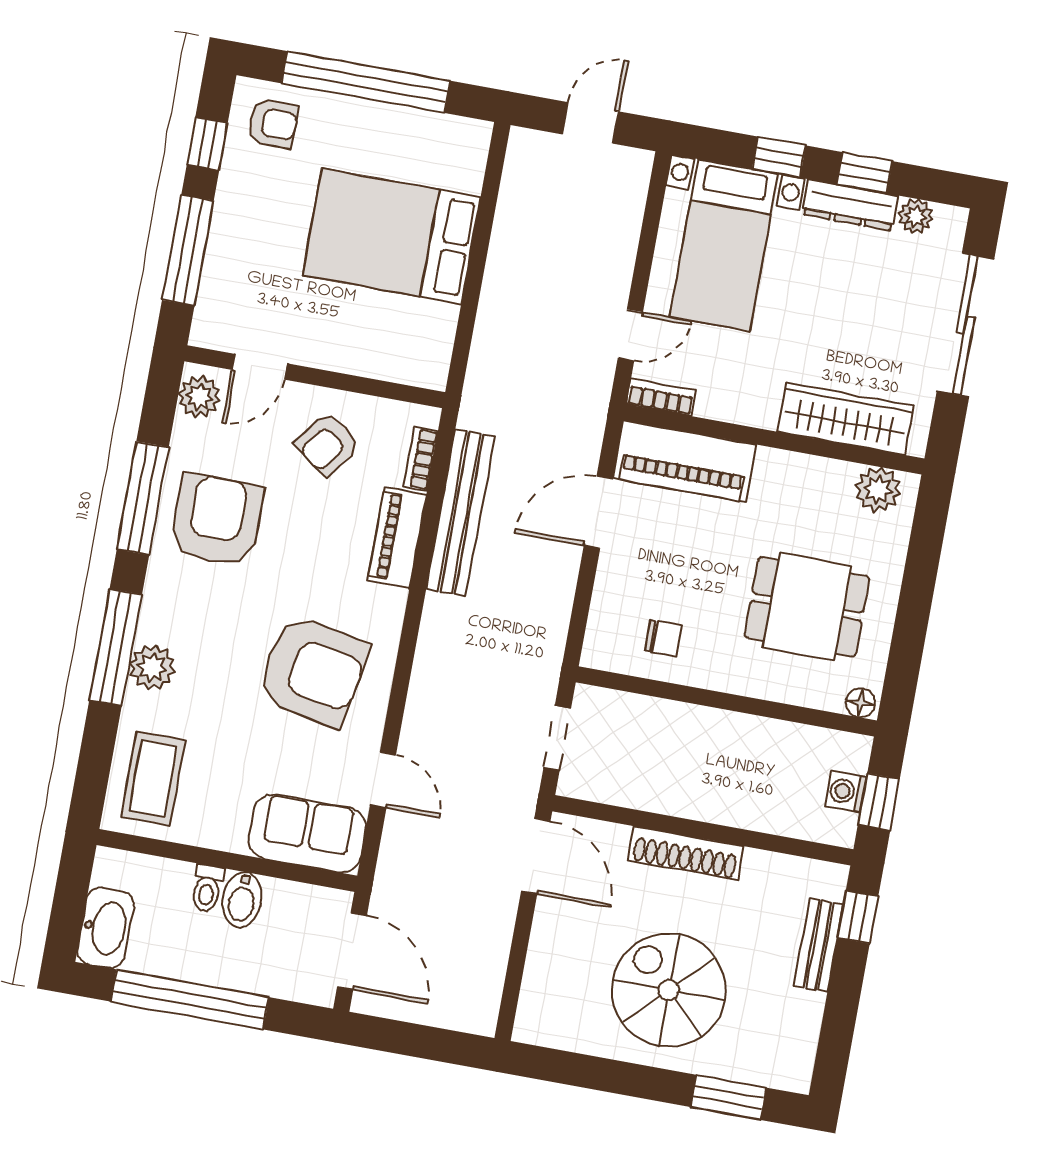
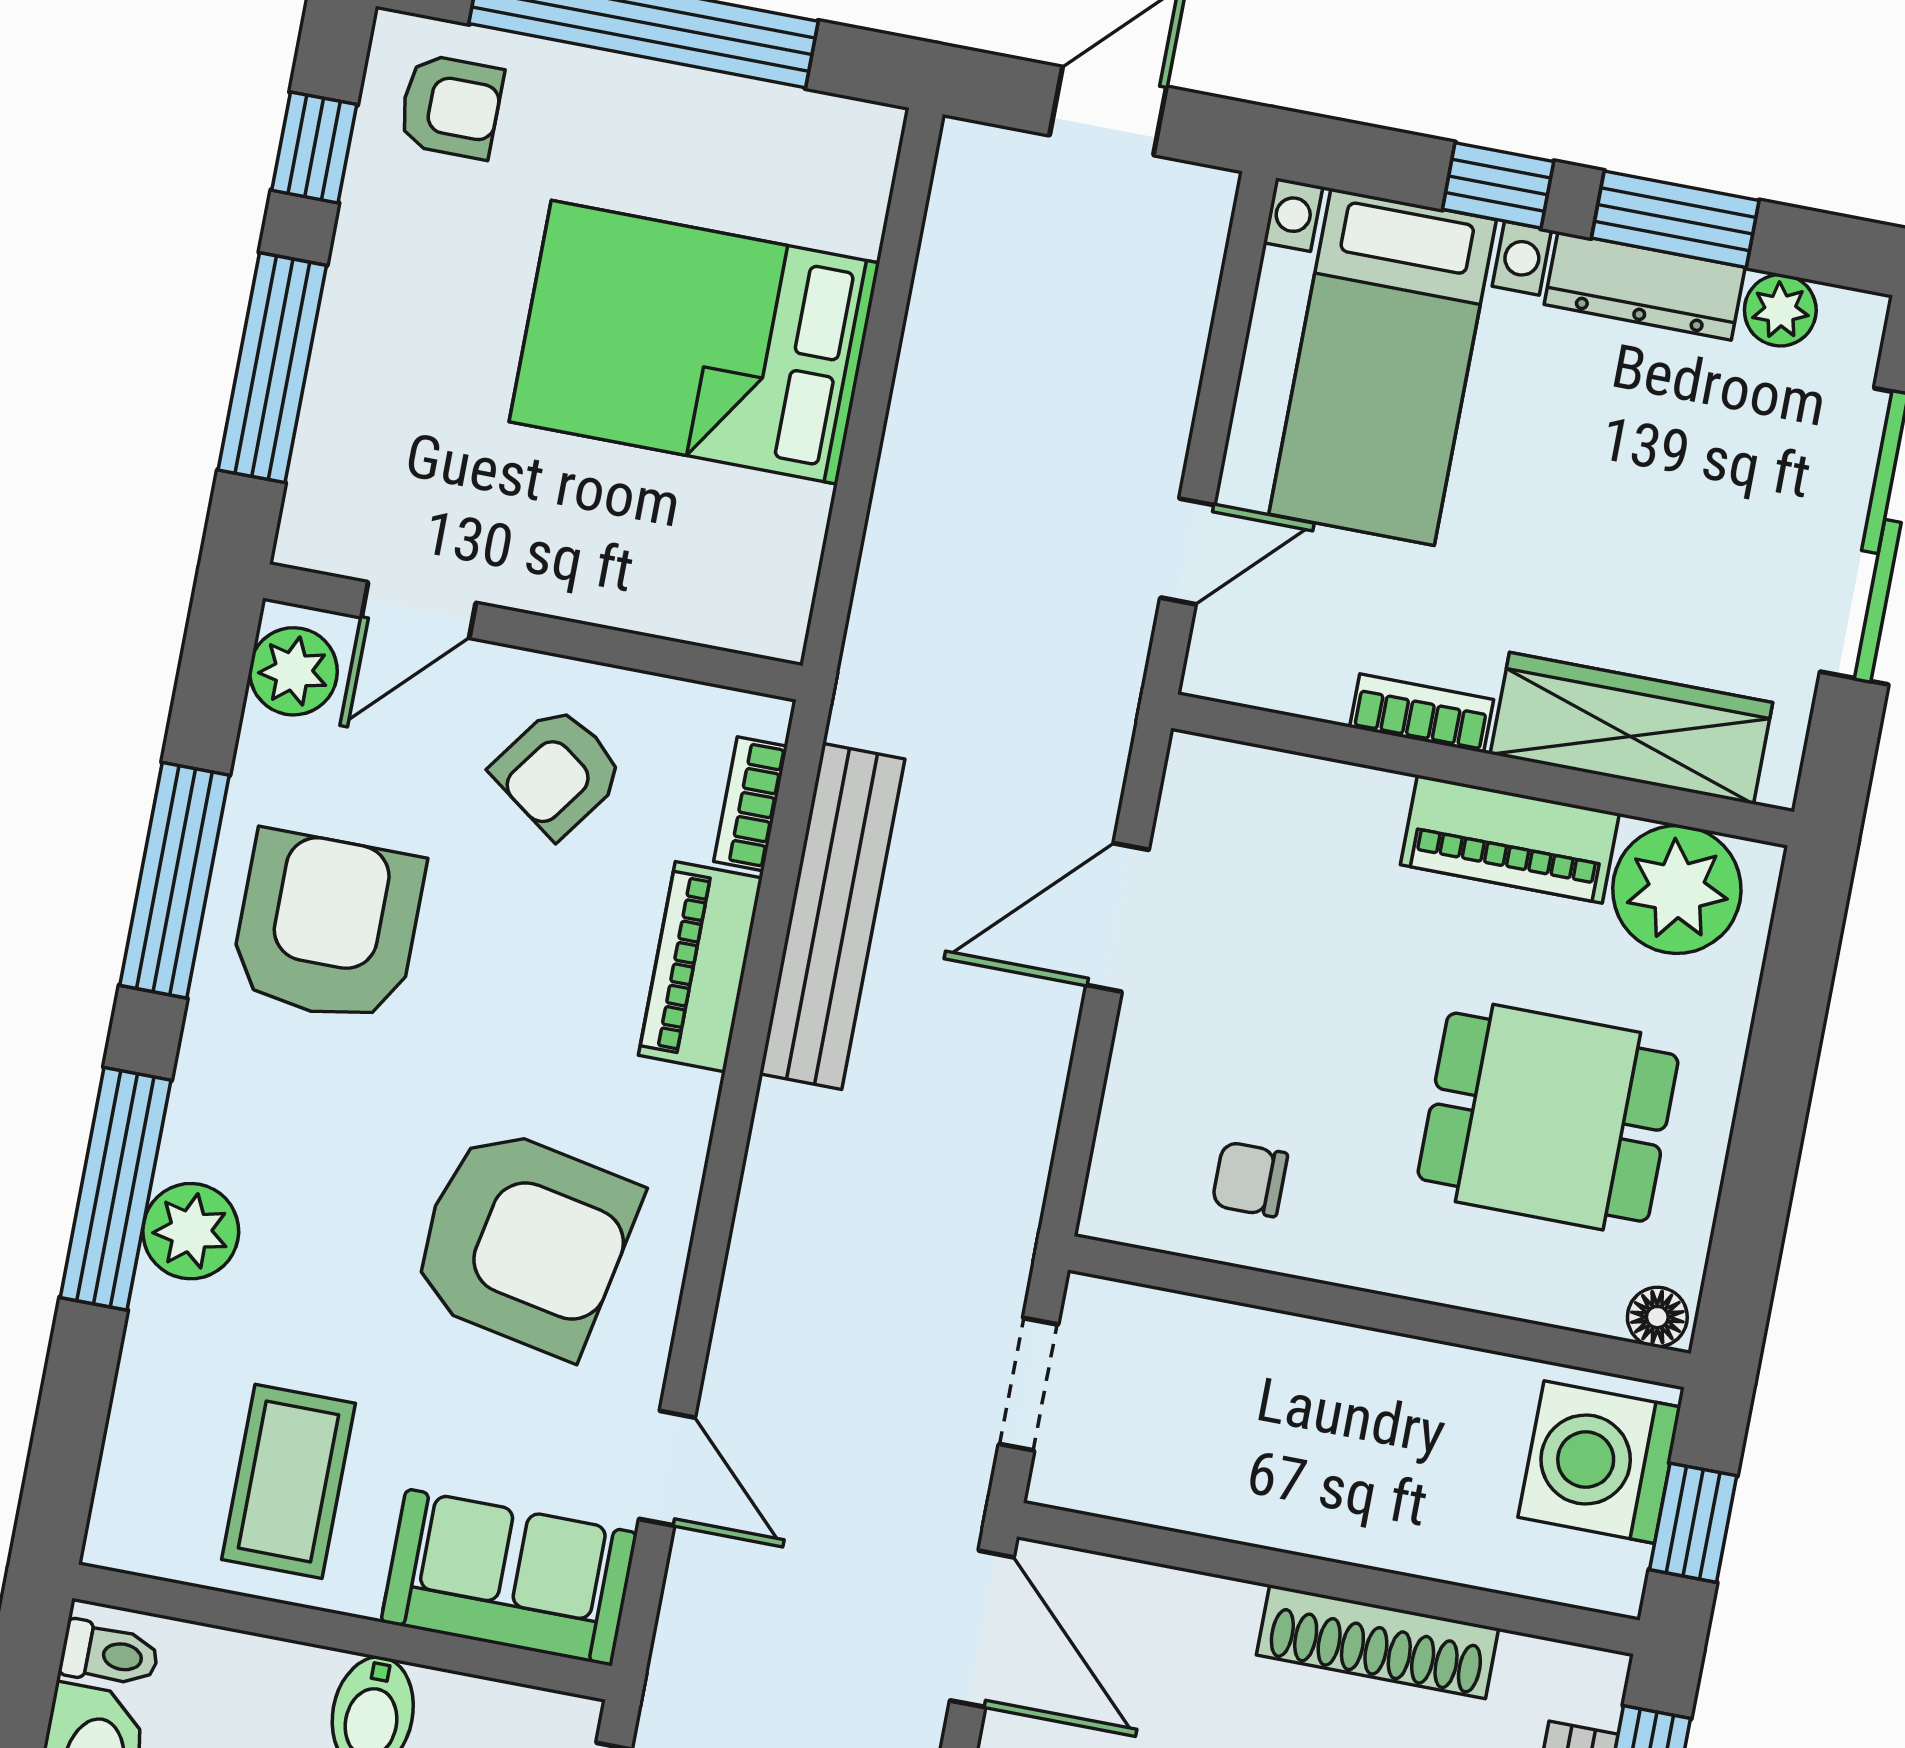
window: (865, 173) -> (1675, 219), width x1.50
bookcase: (661, 397) -> (1422, 713), moved
piano: (685, 461) -> (1510, 839), moved, width x0.73, depth x0.75
plant: (878, 490) -> (1677, 889), width x1.36, depth x1.36
chair: (663, 638) -> (1250, 1179), turned 180
coffee table: (153, 778) -> (288, 1481), moved
washing machine: (846, 791) -> (1599, 1462), width x1.89, depth x1.89
shoe rack: (686, 853) -> (1378, 1642), moved
toilet: (207, 888) -> (109, 1654), moved, turned -90

